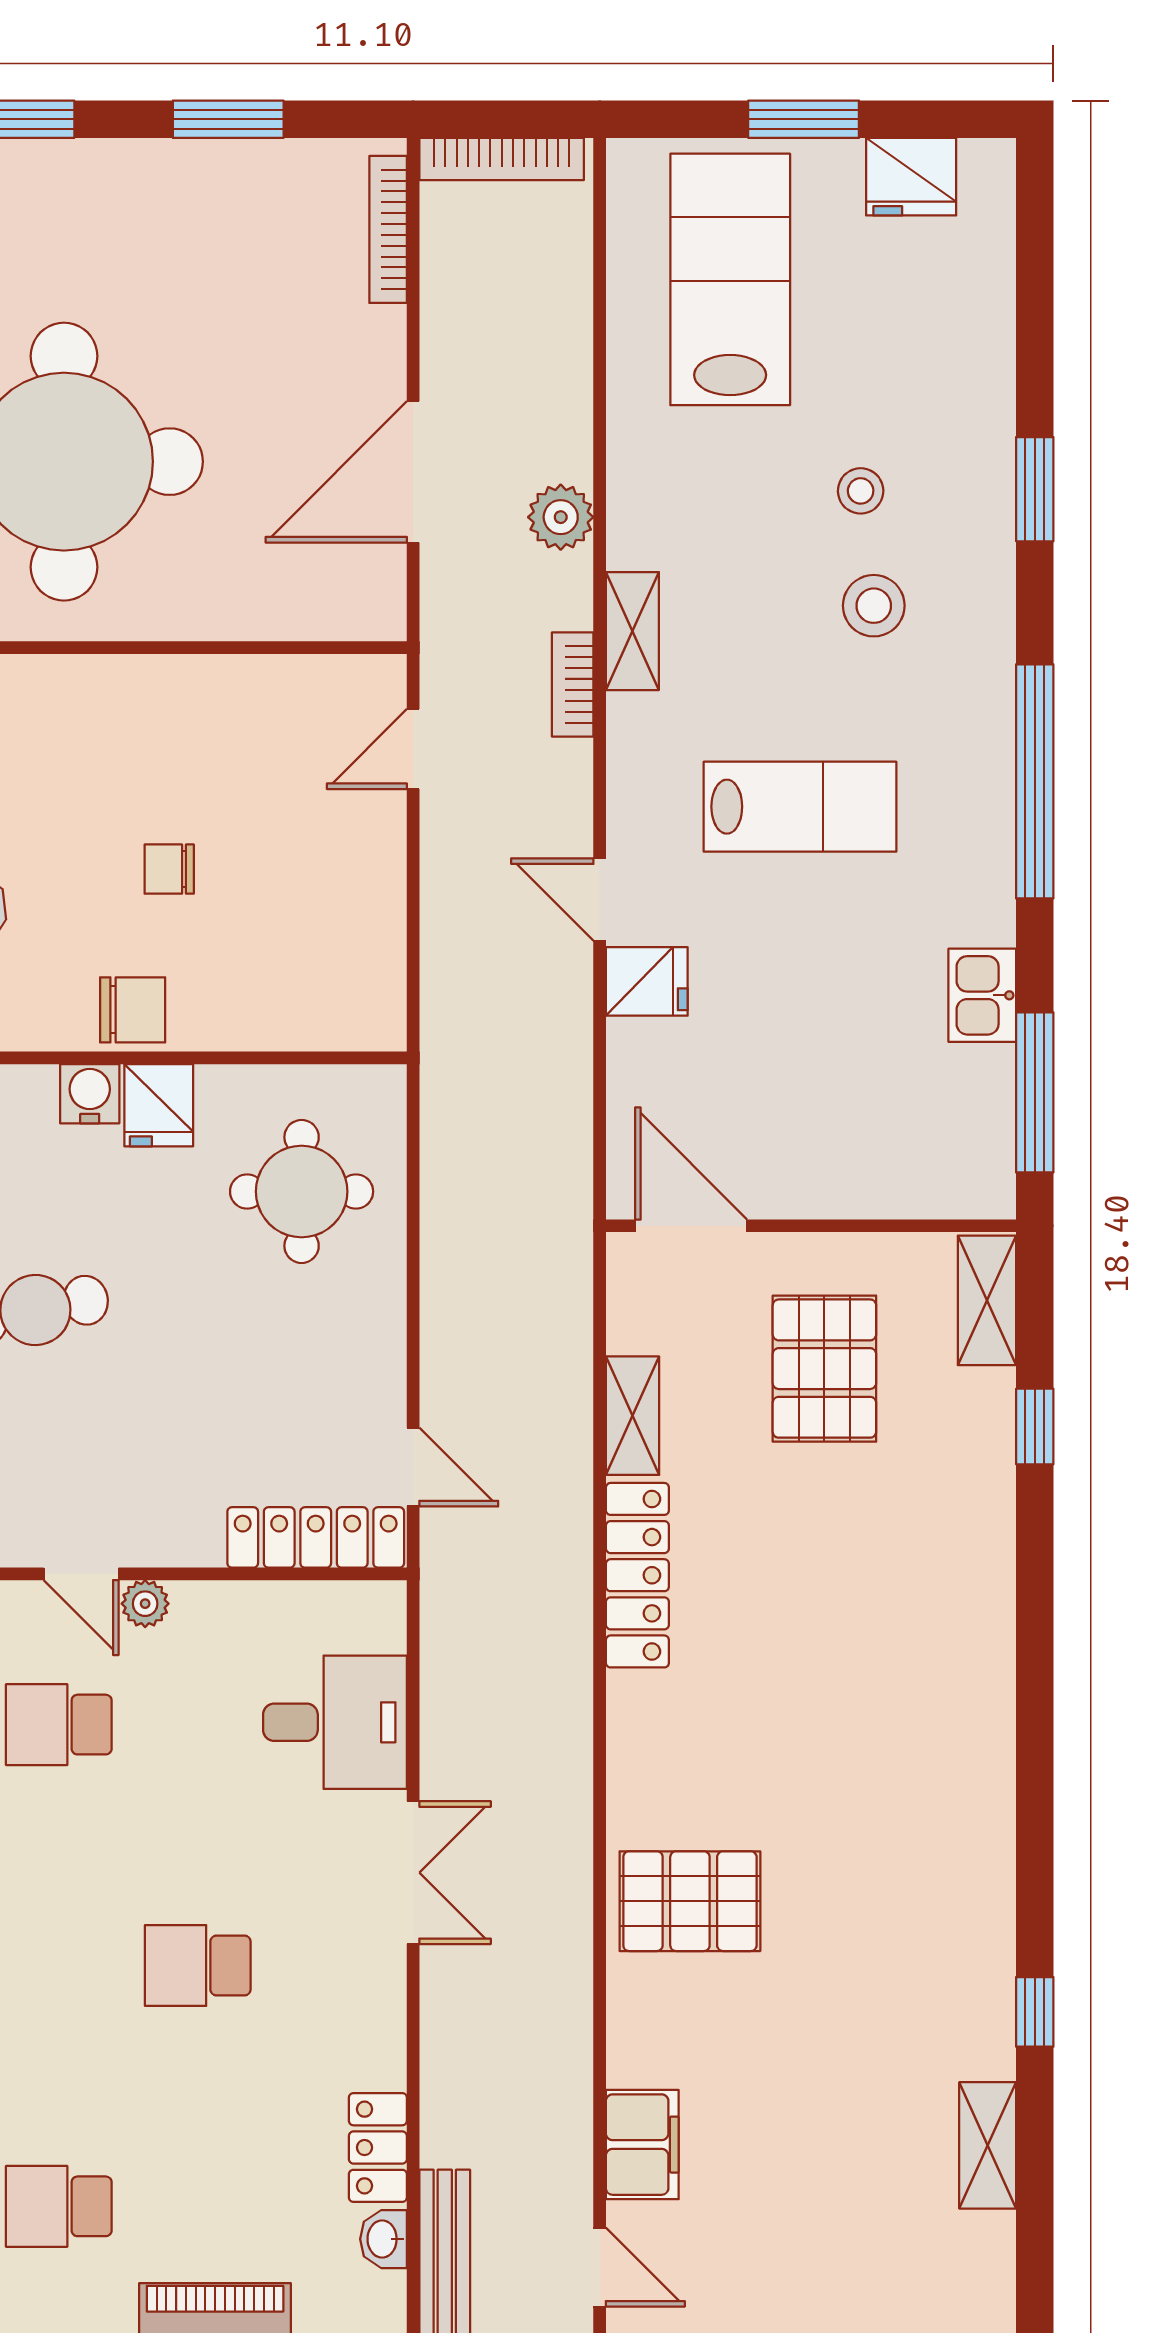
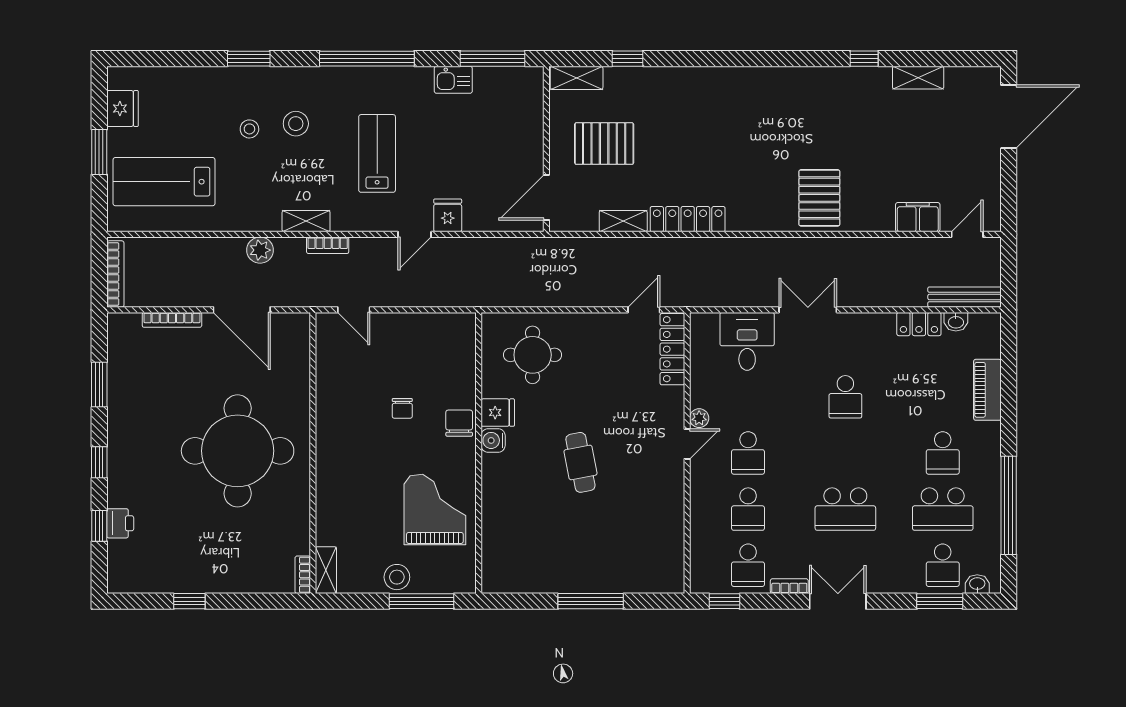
bookcase: (388, 229) -> (172, 320), moved

